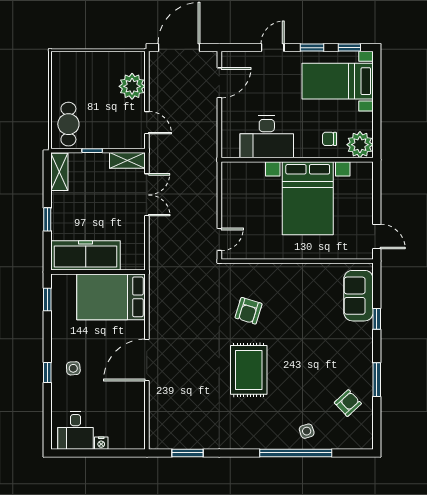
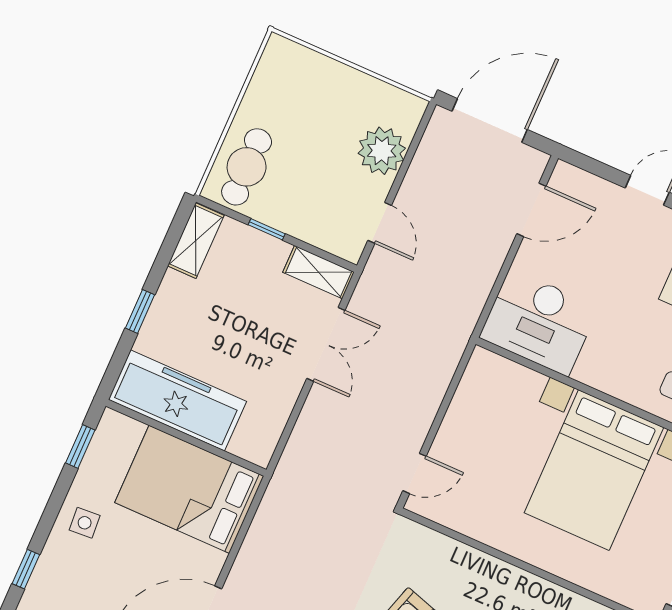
desk: (267, 137) -> (539, 322), moved
side table: (73, 368) -> (85, 523), moved

